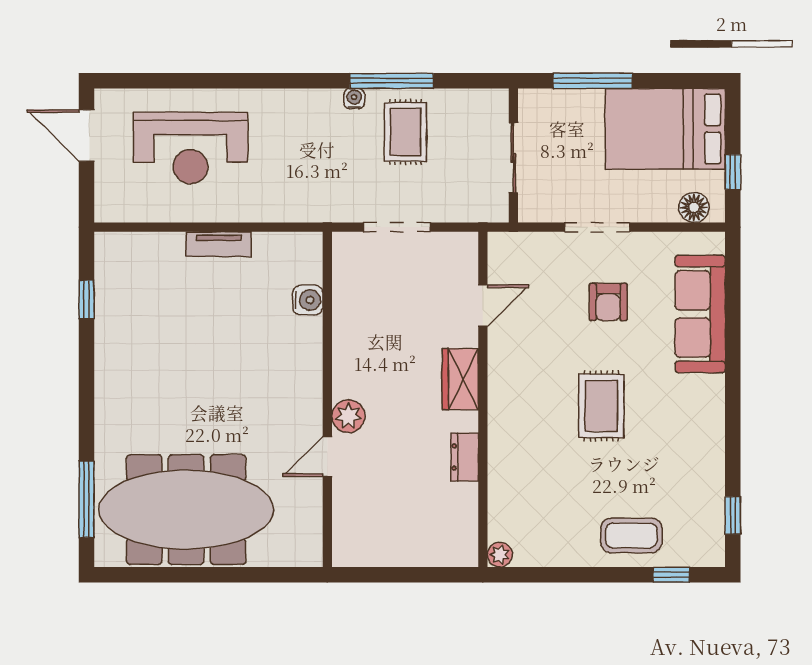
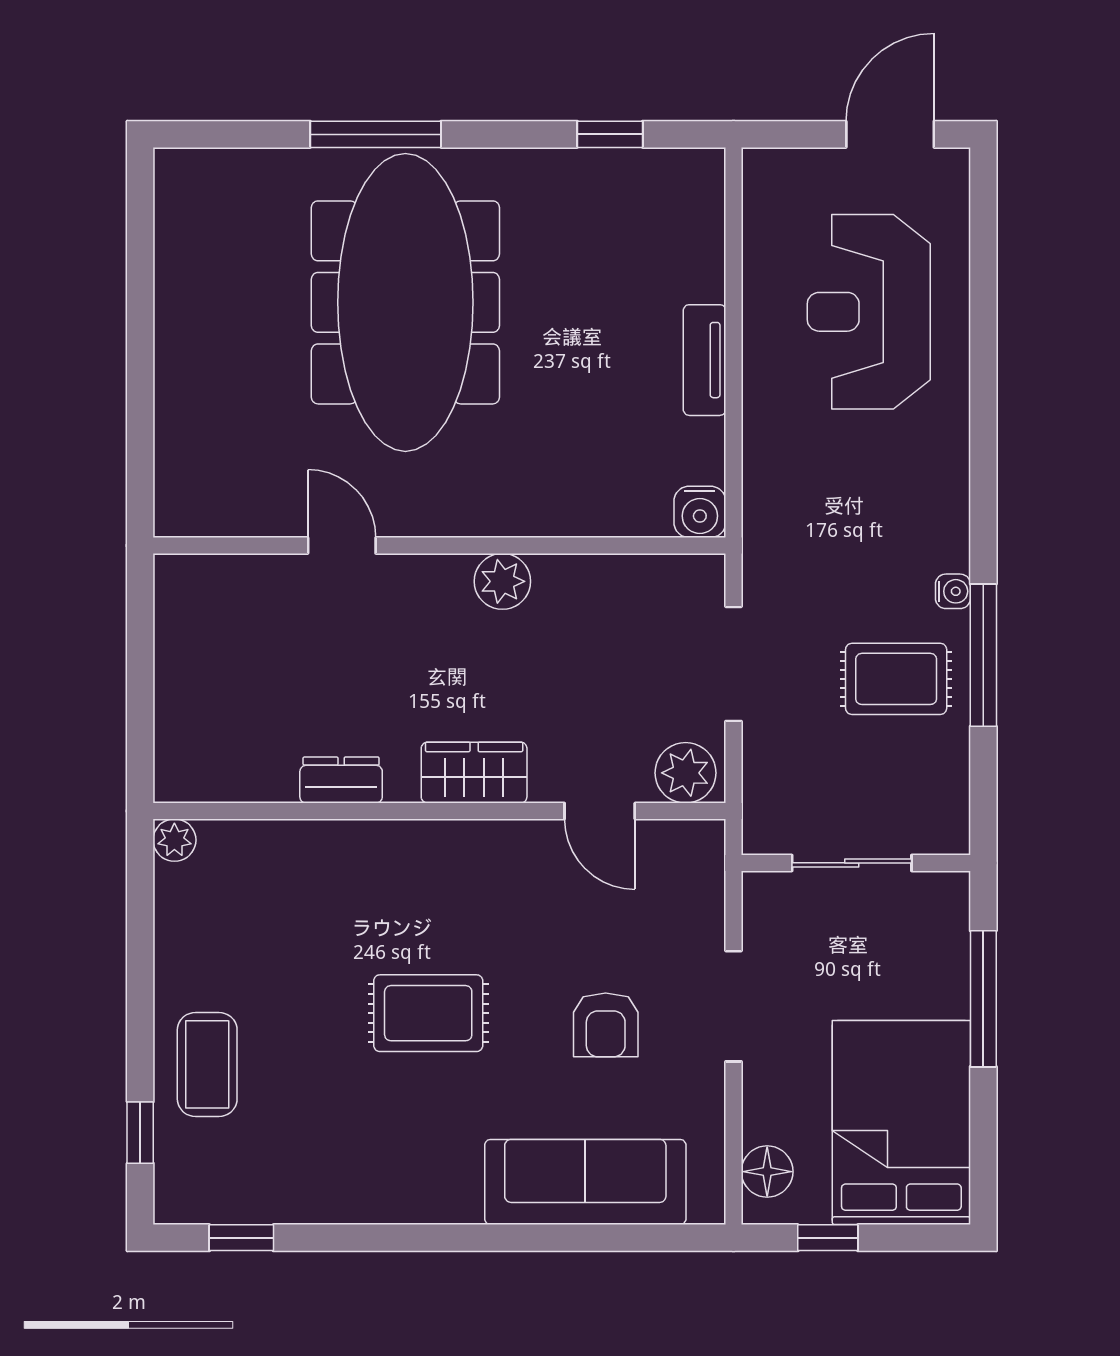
plant: (460, 255) -> (686, 773), added
water cooler: (308, 300) -> (700, 512), moved
armchair: (608, 302) -> (606, 1025), turned -90
plant: (348, 416) -> (502, 581), moved
window: (87, 499) -> (376, 134), moved
meeting table: (186, 510) -> (405, 302), moved

